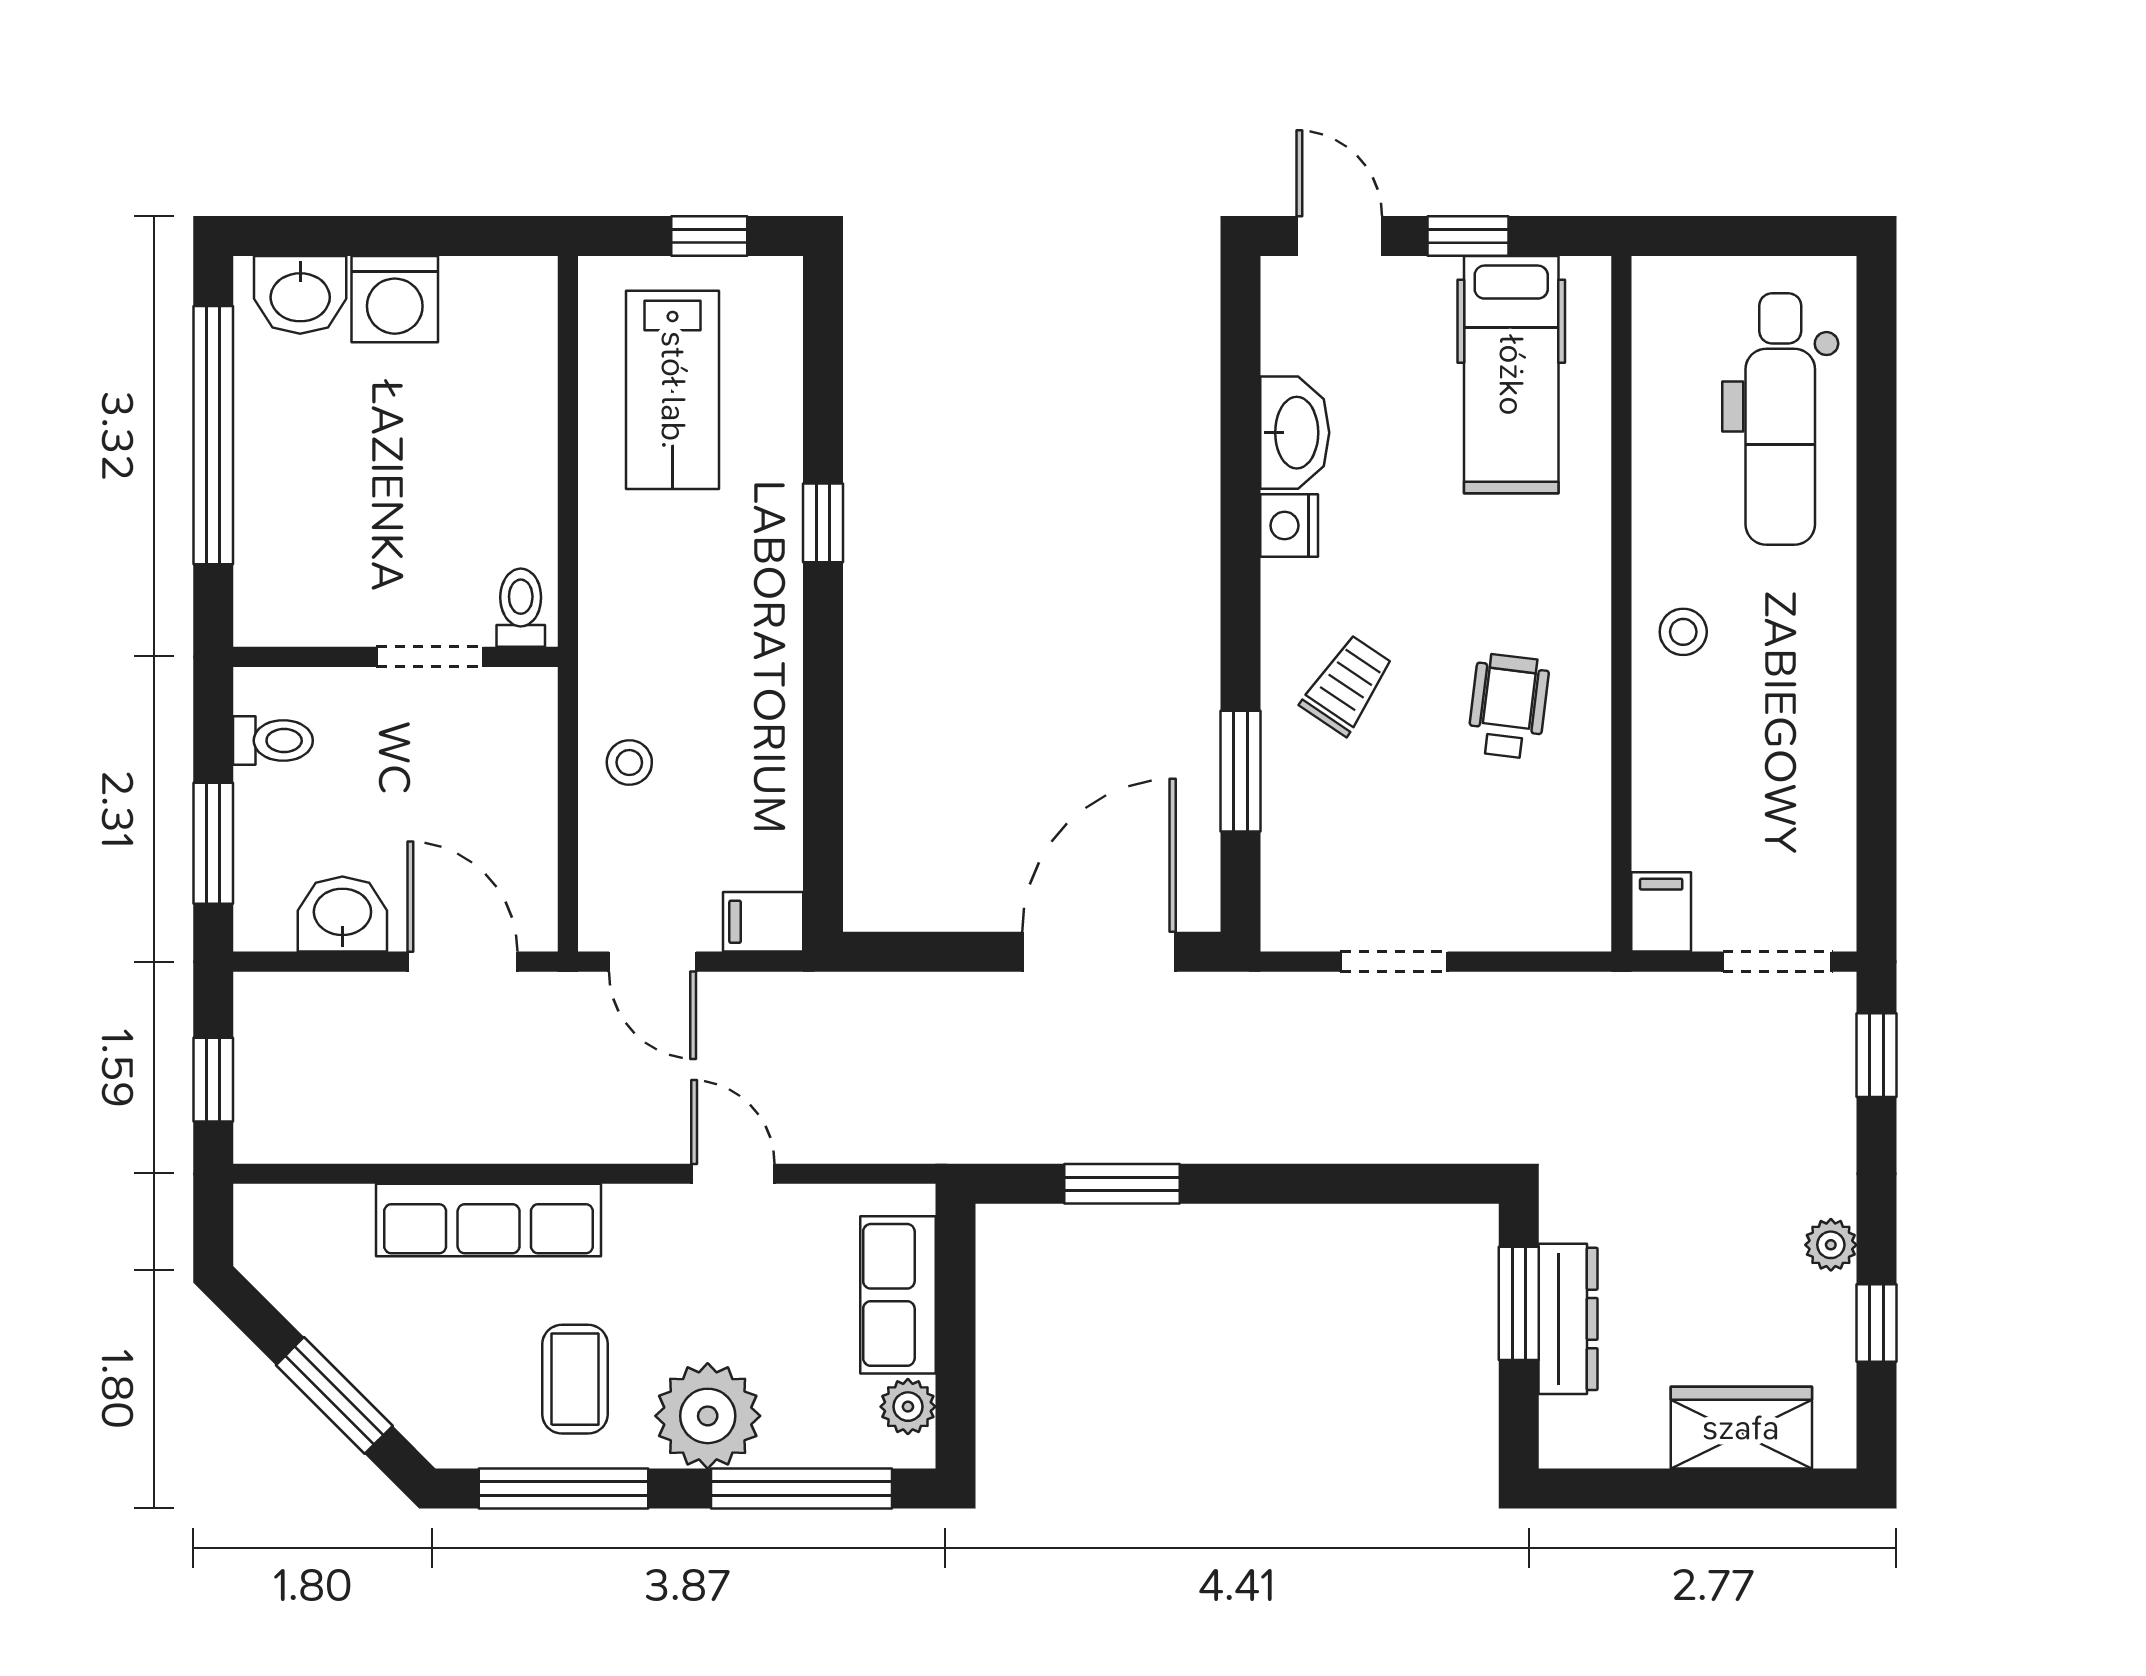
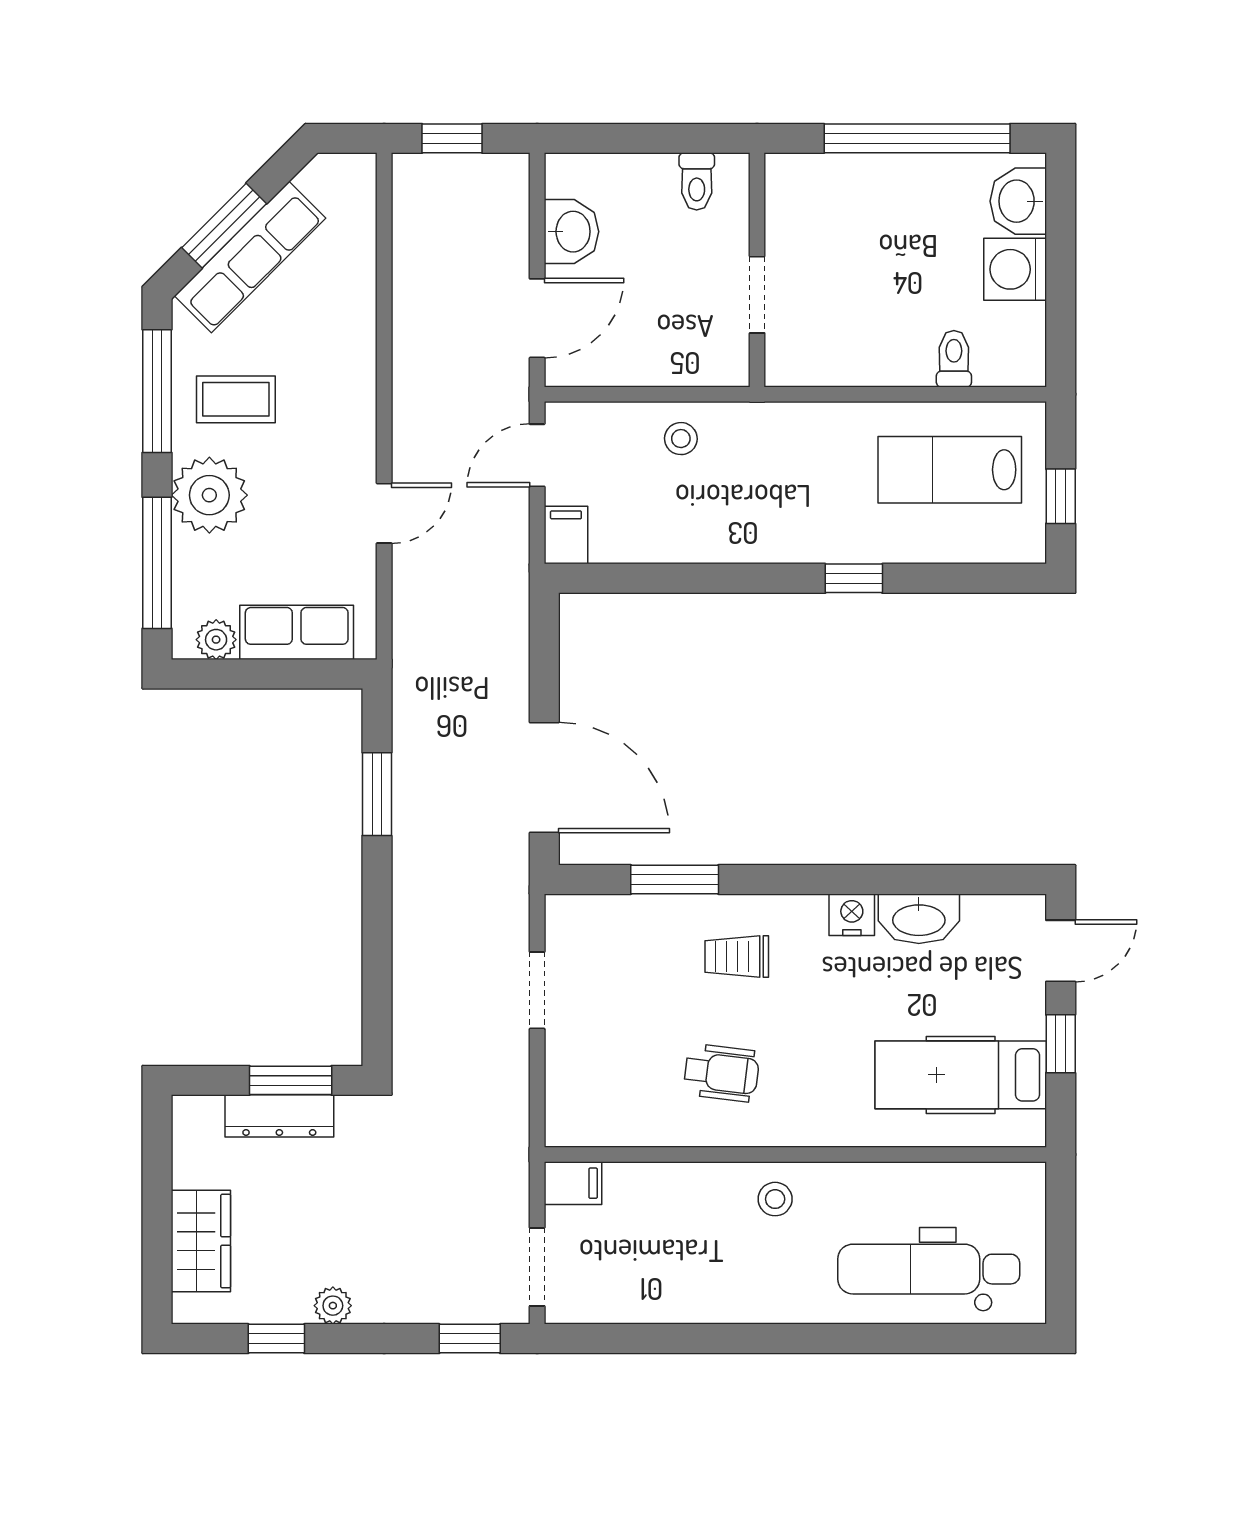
toilet: (521, 608) -> (954, 359), moved, turned -90
trolley: (1347, 685) -> (737, 956), turned 146
window: (213, 843) -> (623, 138), removed
row of seats: (489, 1220) -> (250, 257), moved, turned -135

